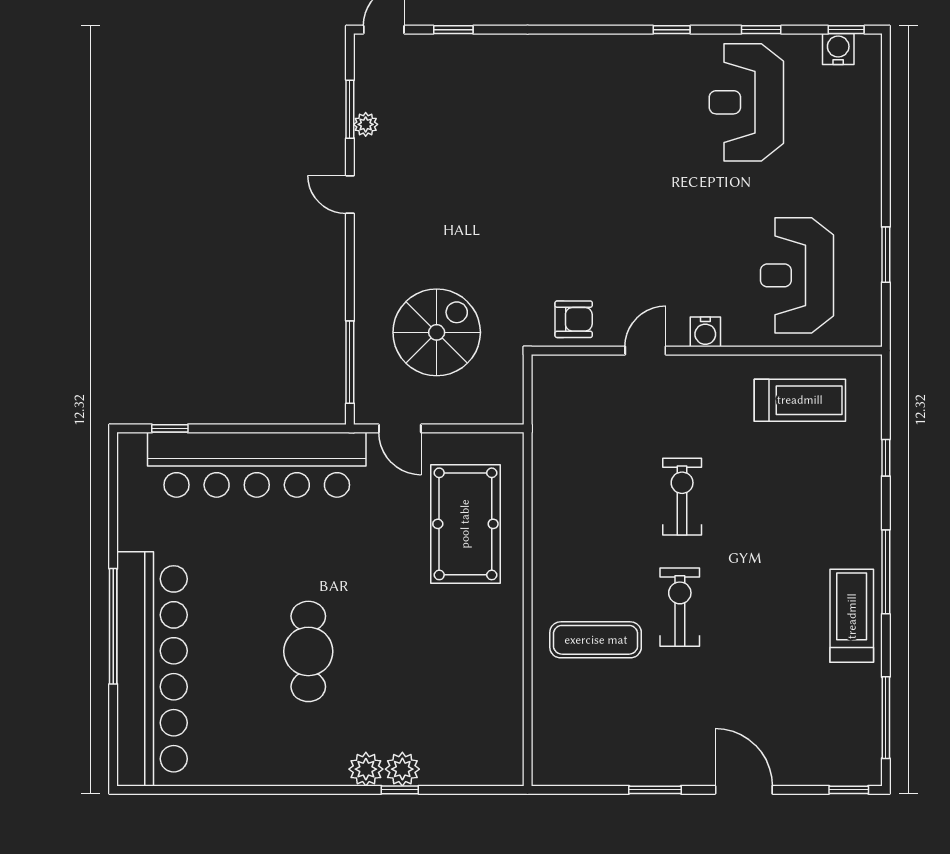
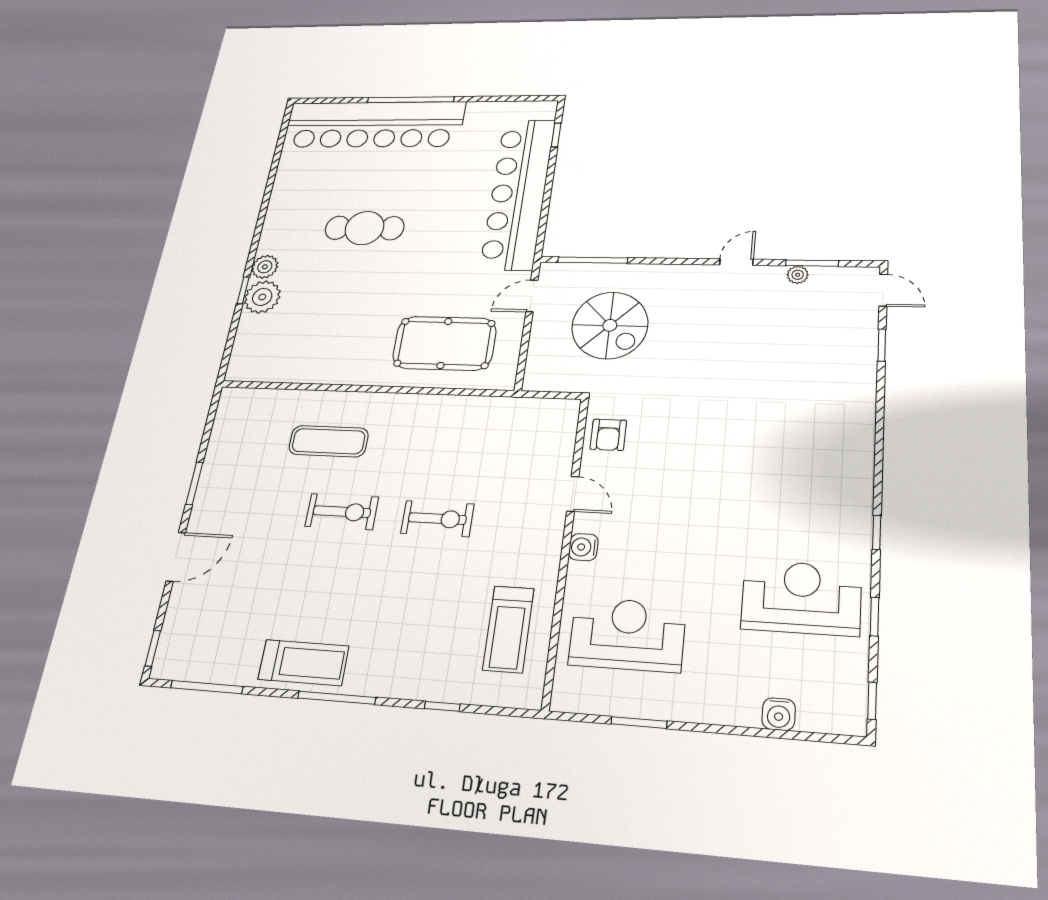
water cooler: (838, 49) -> (779, 714), moved, turned 90
exercise mat: (596, 640) -> (328, 441), turned 90
plant: (402, 769) -> (262, 297), width x1.36, depth x1.36

